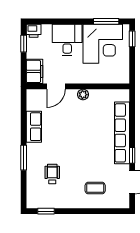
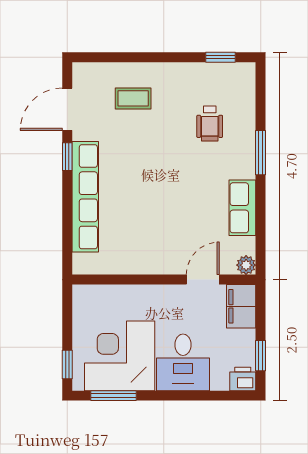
plant: (83, 95) -> (246, 265), moved

